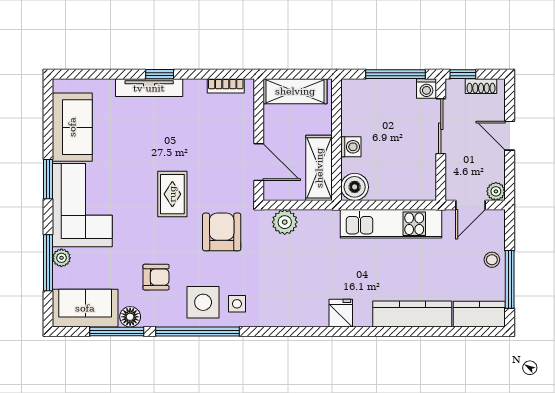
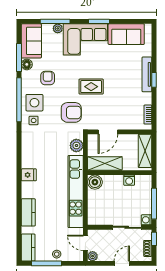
washing machine: (351, 147) -> (129, 180), moved
kitchen unit: (391, 224) -> (76, 192), width x1.36
armchair: (156, 277) -> (48, 78), turned 180
kitchen counter: (412, 314) -> (28, 212), width x0.67

